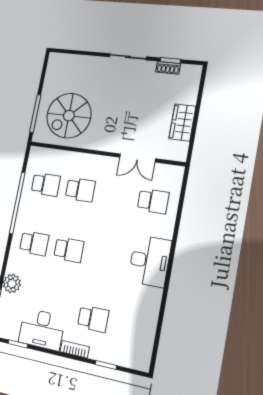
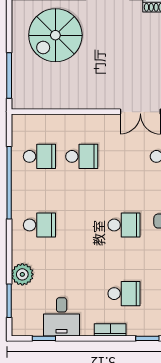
spiral stairs: (69, 116) -> (55, 35), moved
school desk: (69, 250) -> (124, 225), moved
desk: (42, 329) -> (62, 317), width x0.73

